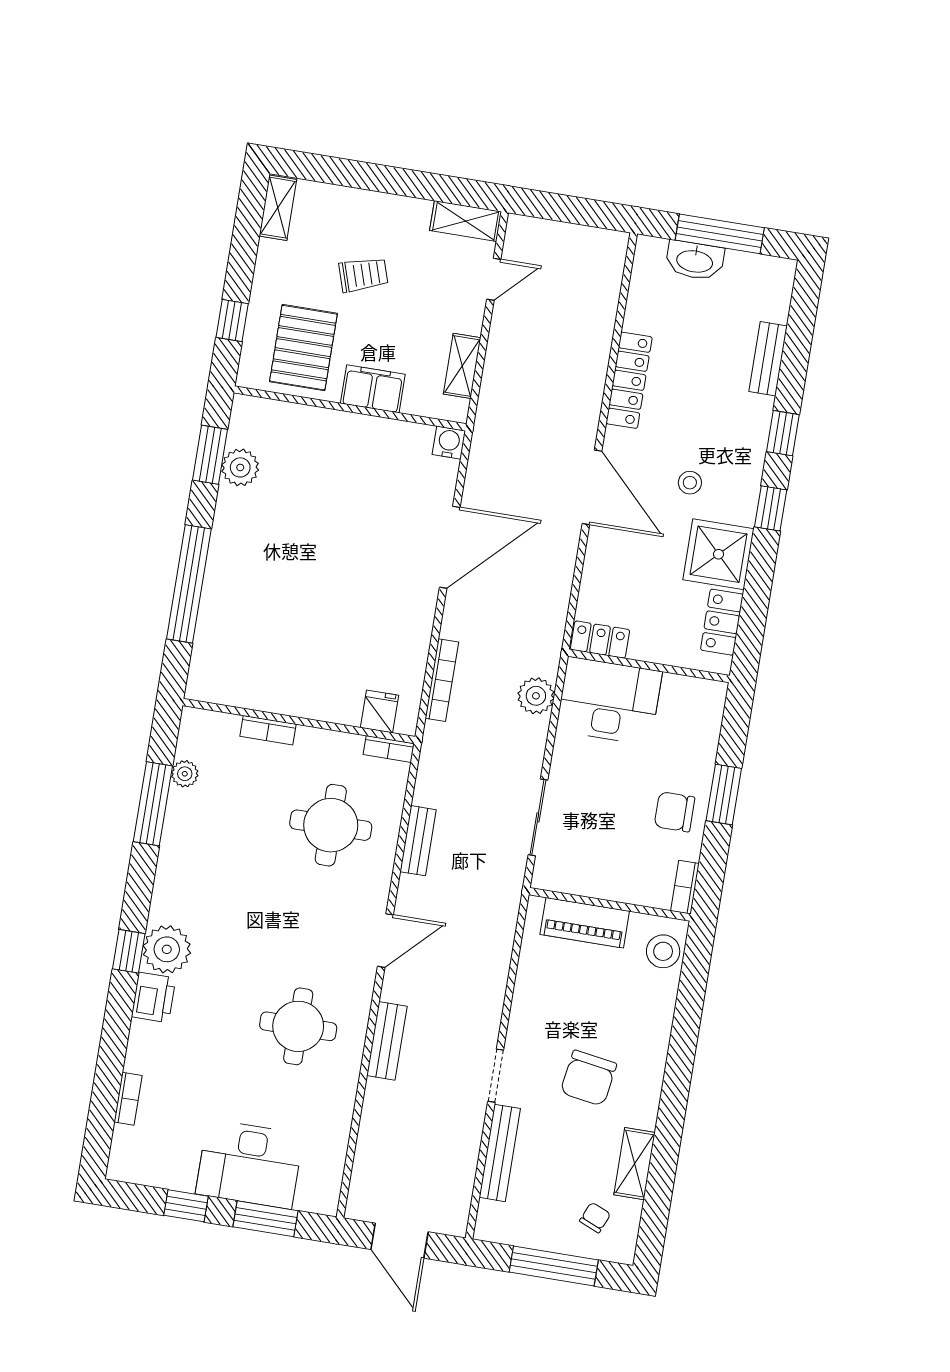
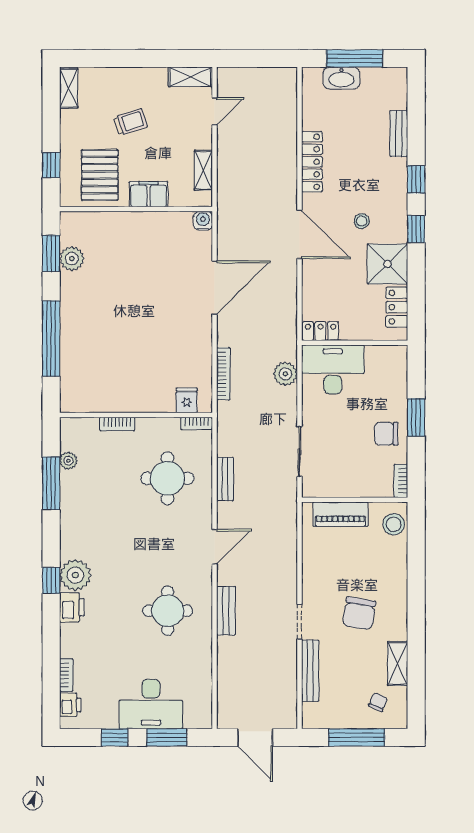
printer: (127, 1145) -> (70, 705), added

